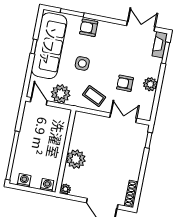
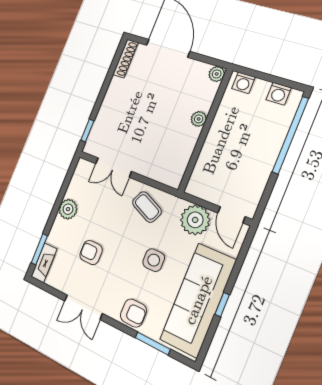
double door: (141, 26) -> (83, 307), moved
armchair: (125, 83) -> (91, 252), moved, turned 180
plant: (76, 159) -> (199, 119), width x0.53, depth x0.53

